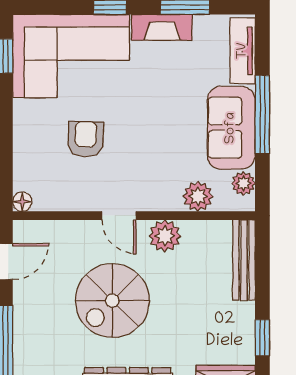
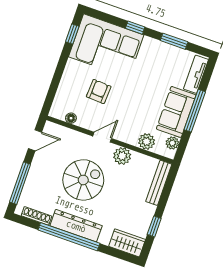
fireplace: (162, 27) -> (158, 47), removed
floor lamp: (22, 202) -> (71, 118), moved
door: (119, 216) -> (102, 137), swing flipped
spiral stairs: (112, 301) -> (83, 180), turned 180

